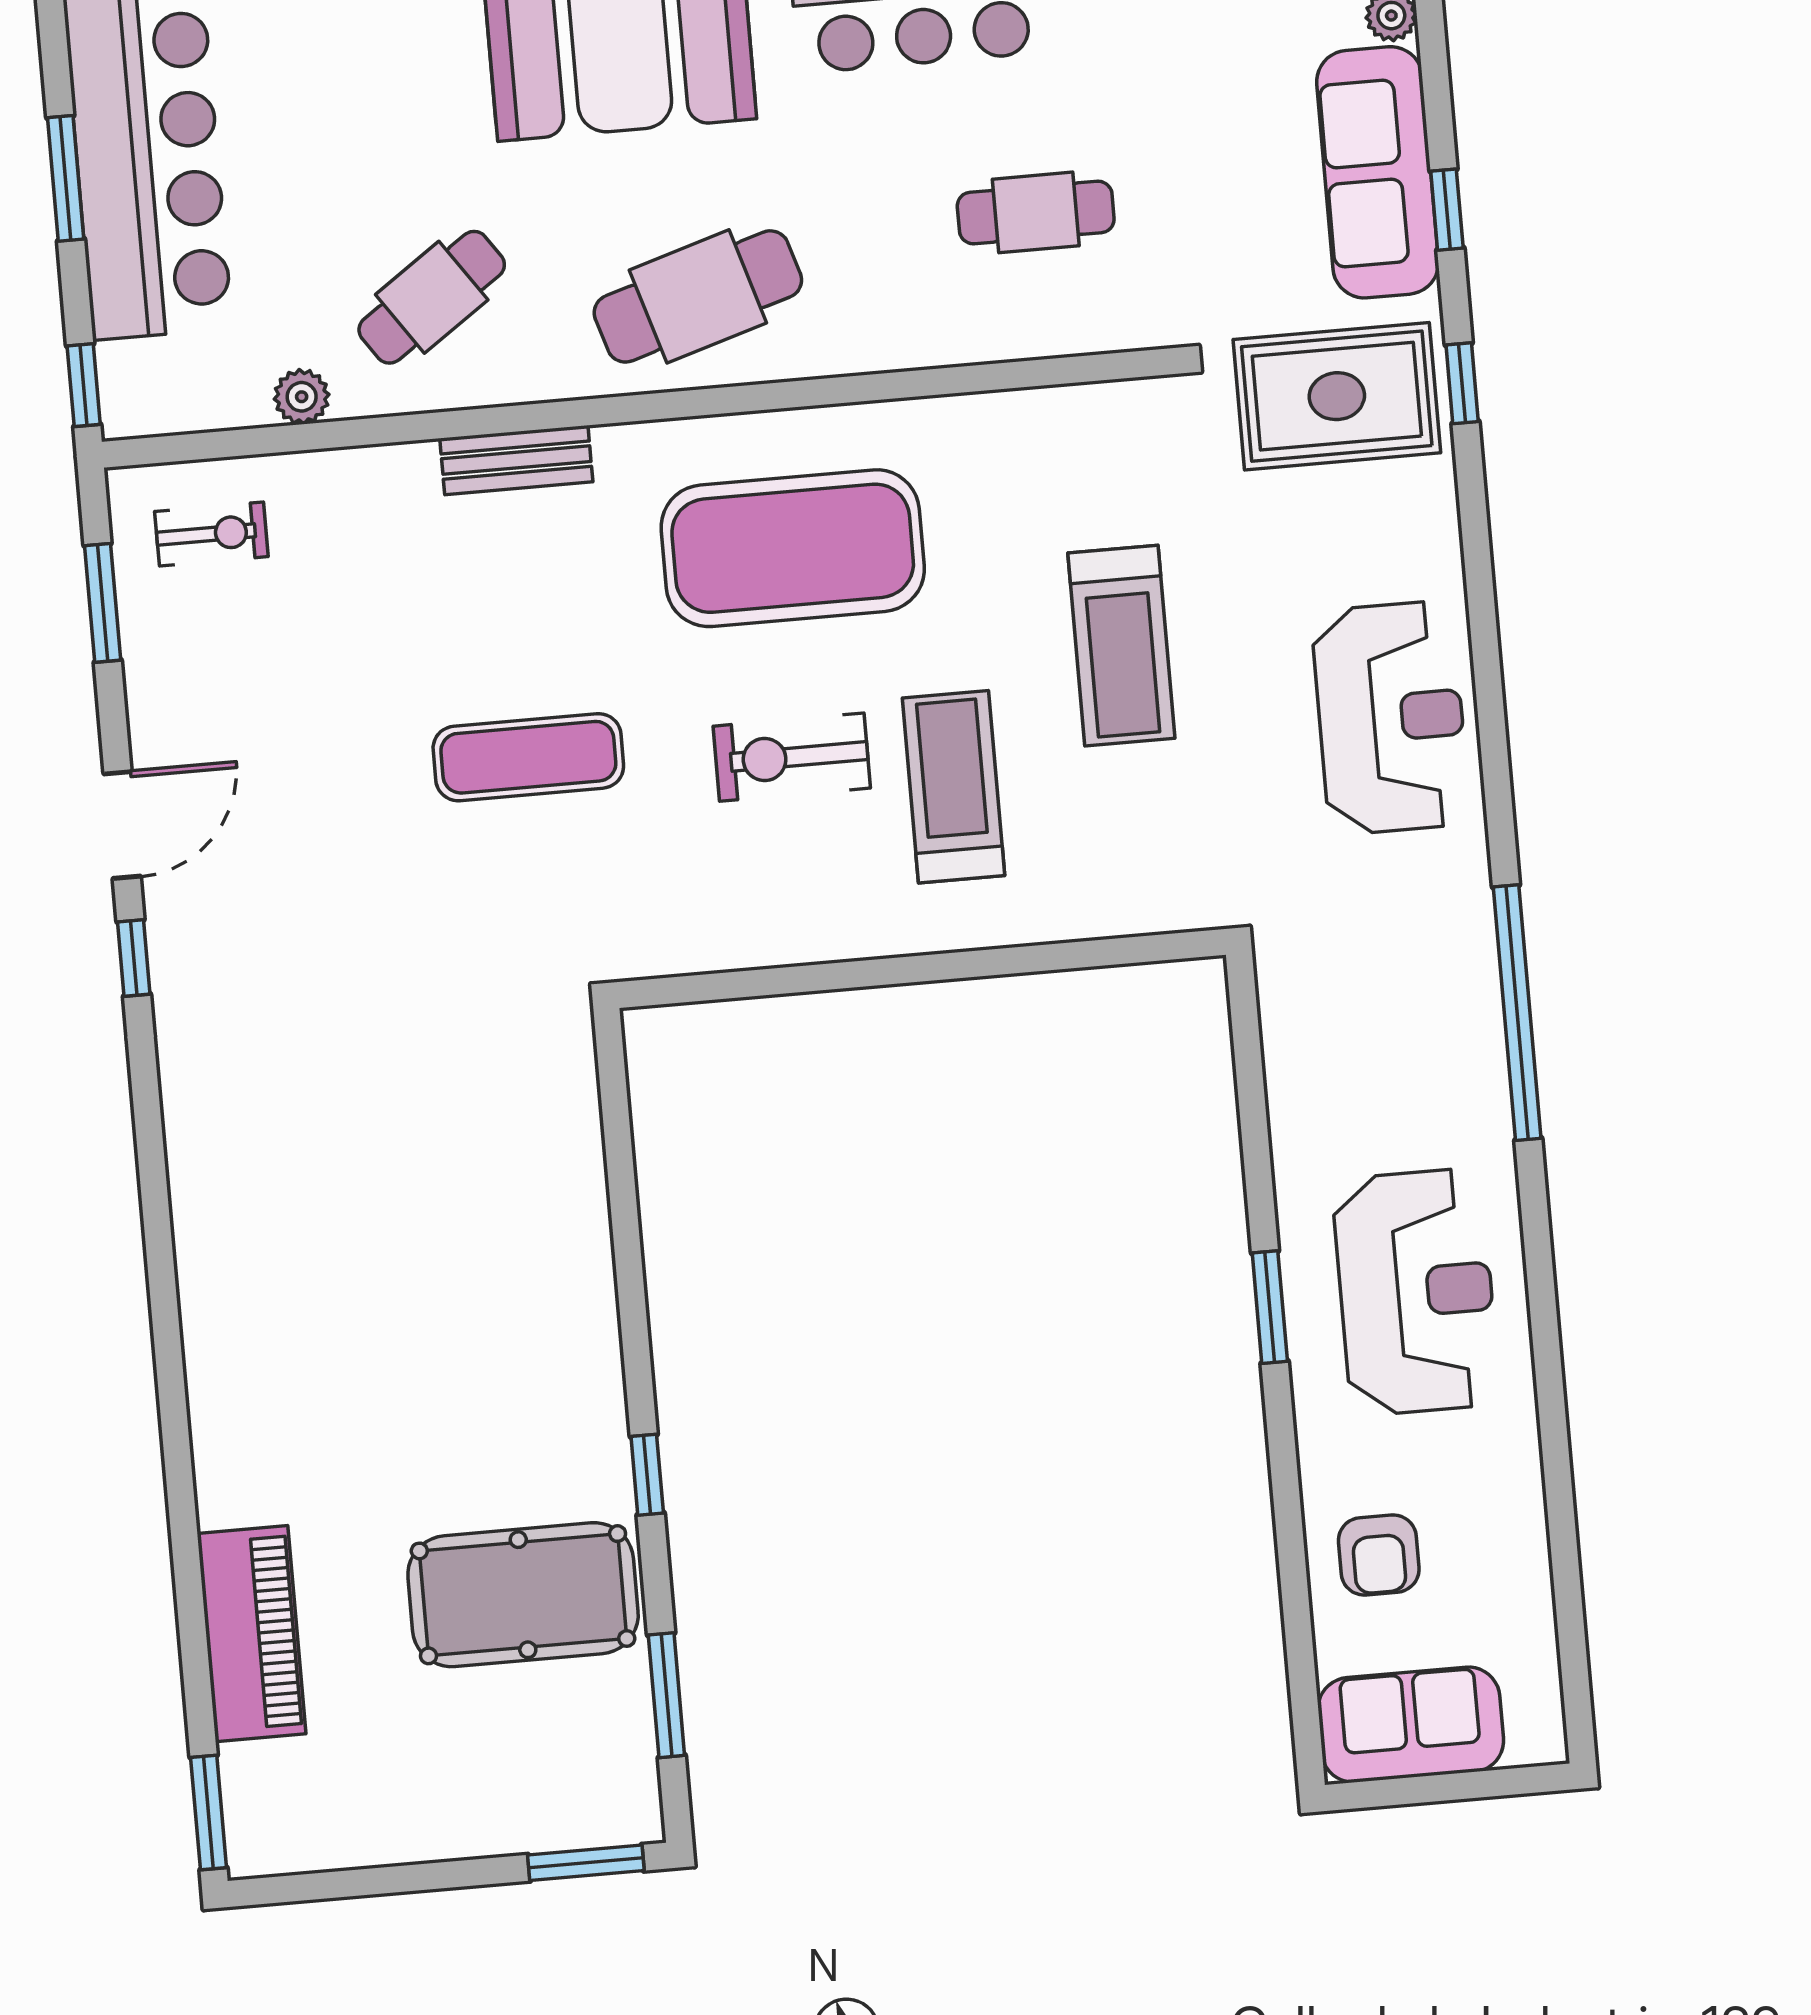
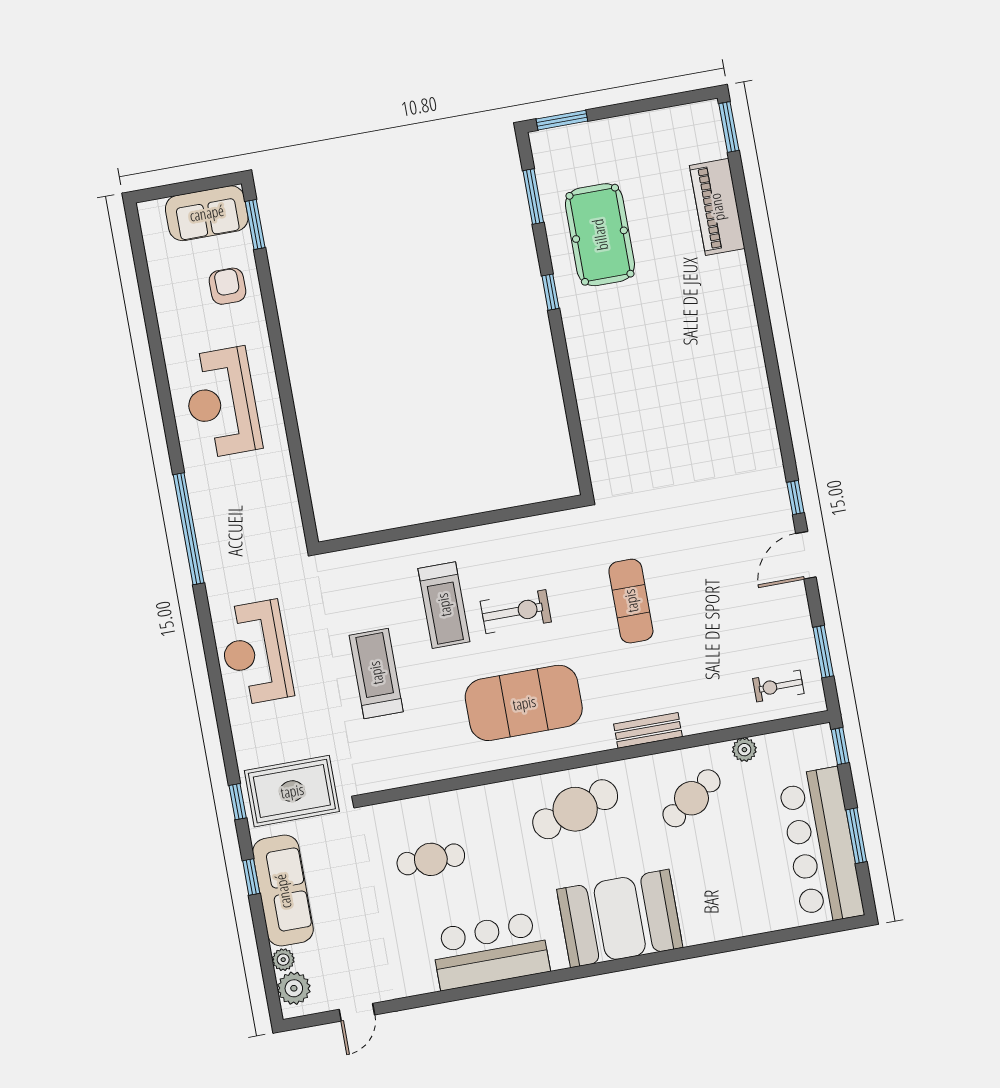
exercise mat: (528, 757) -> (631, 601), turned 90
window: (1270, 1307) -> (255, 224), moved
pool table: (523, 1595) -> (600, 235), turned 90

